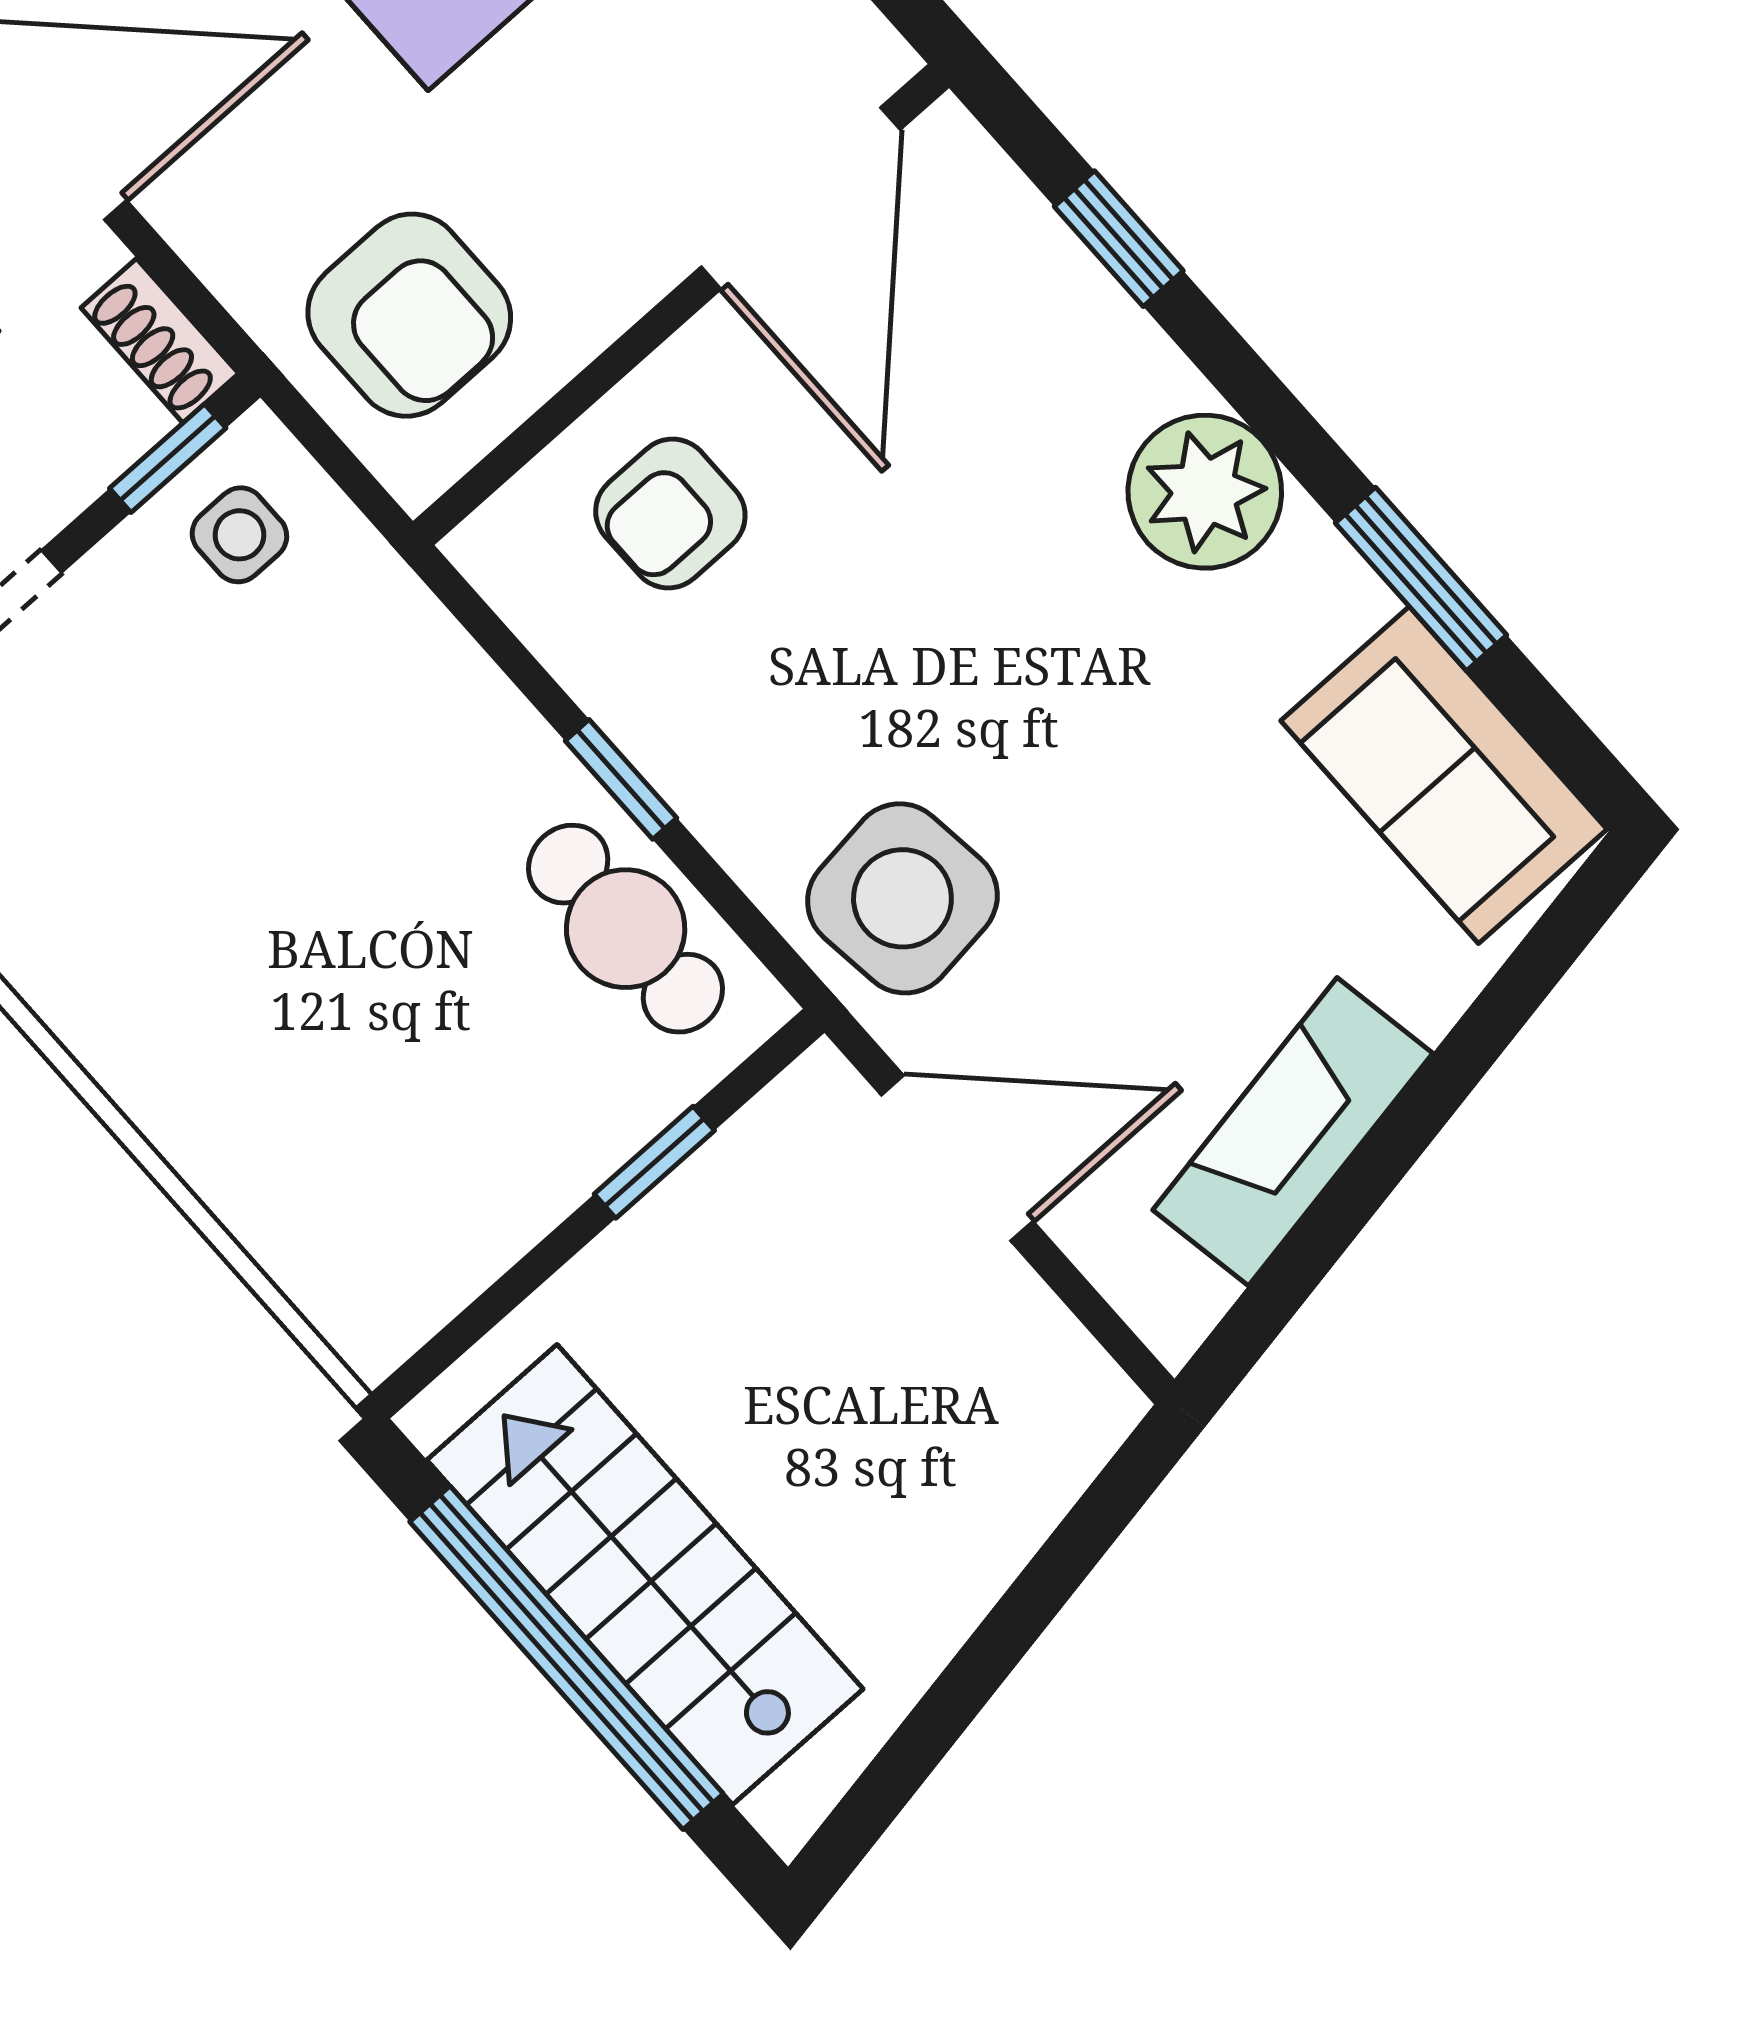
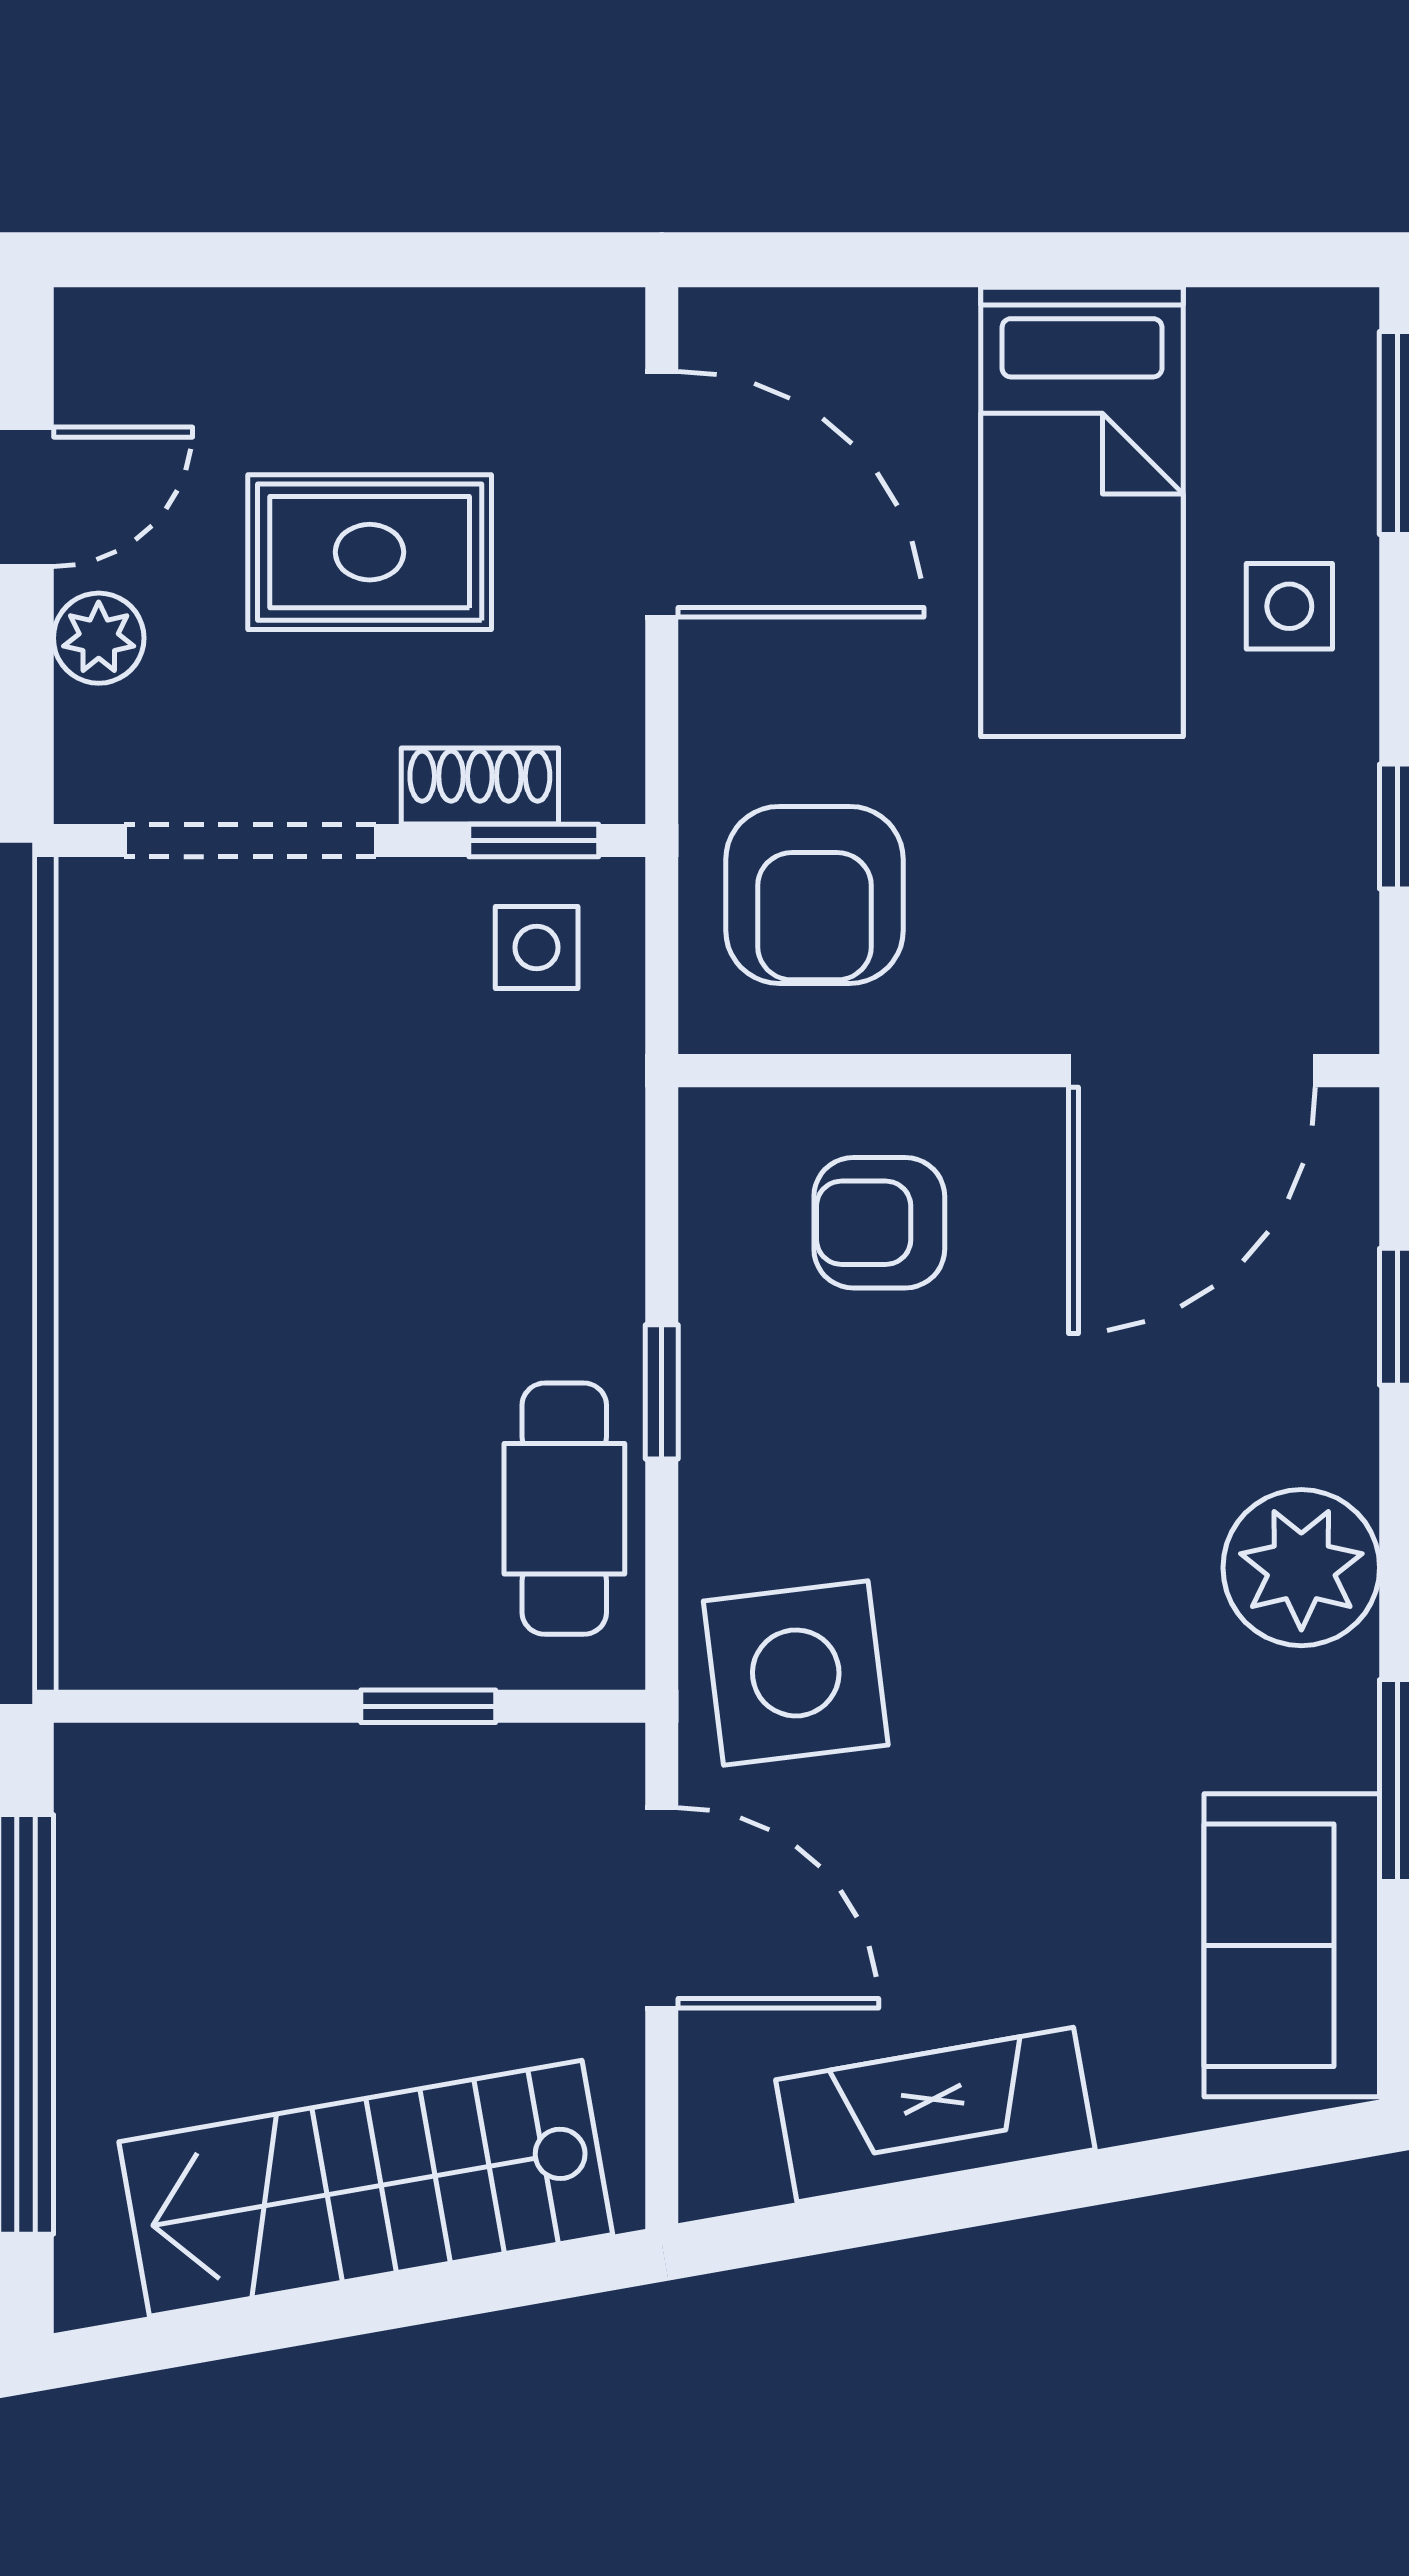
shoe rack: (160, 341) -> (480, 786), moved, turned 90
stairs: (645, 1574) -> (366, 2188), moved, turned -100

